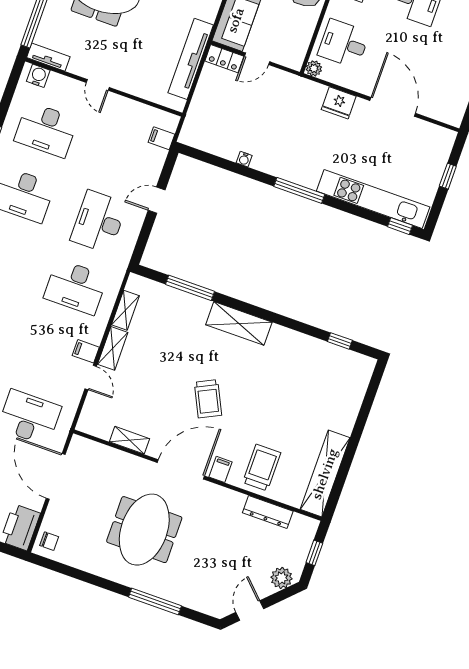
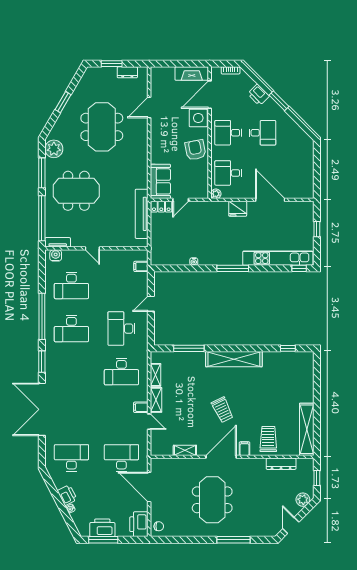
shelving: (239, 323) -> (234, 359), width x1.47

